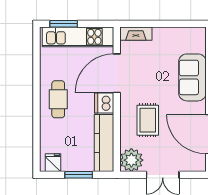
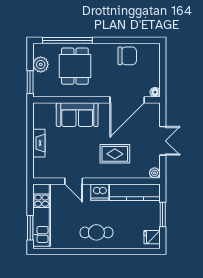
fireplace: (136, 34) -> (39, 143), moved
door: (117, 73) -> (74, 181), width x0.53
plant: (131, 160) -> (155, 173), width x0.53, depth x0.53

